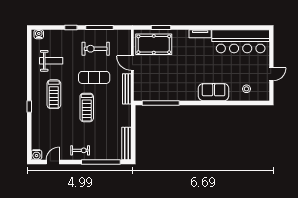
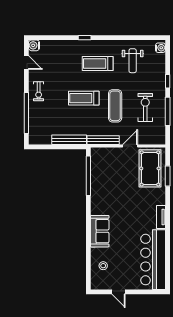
bench: (126, 144) -> (69, 140), moved

